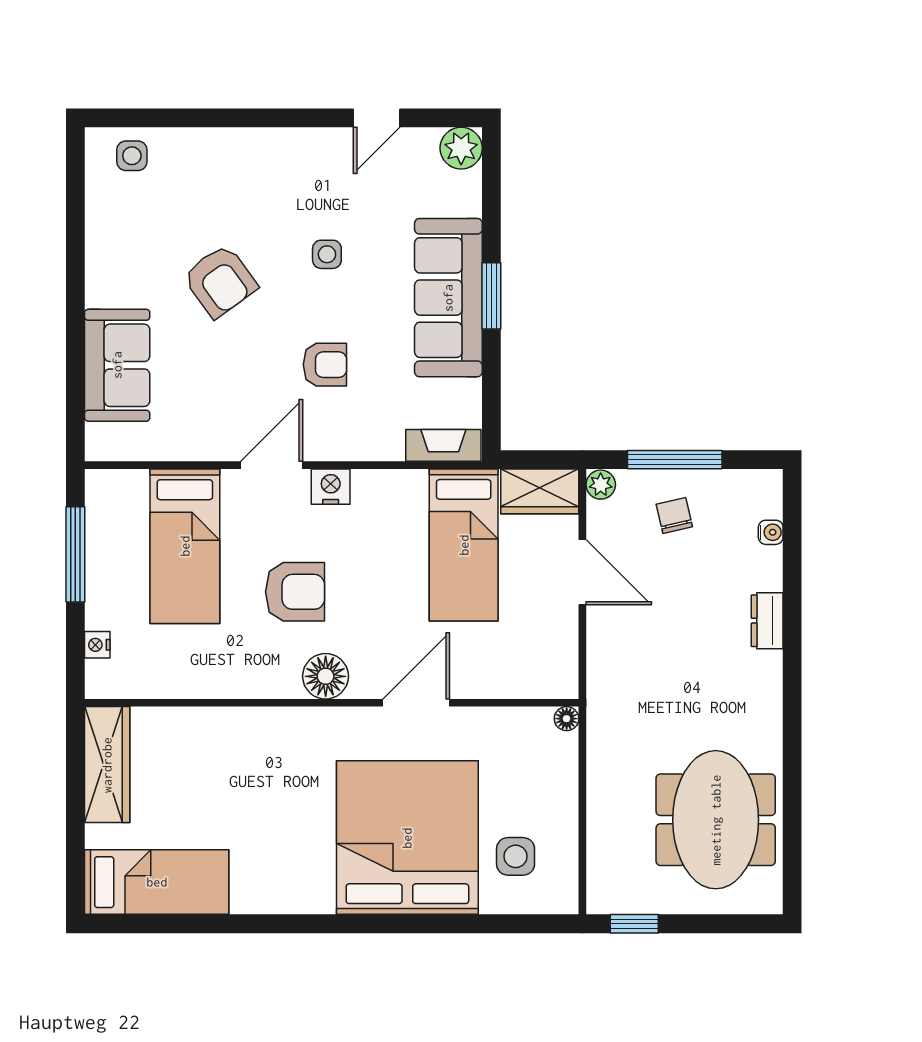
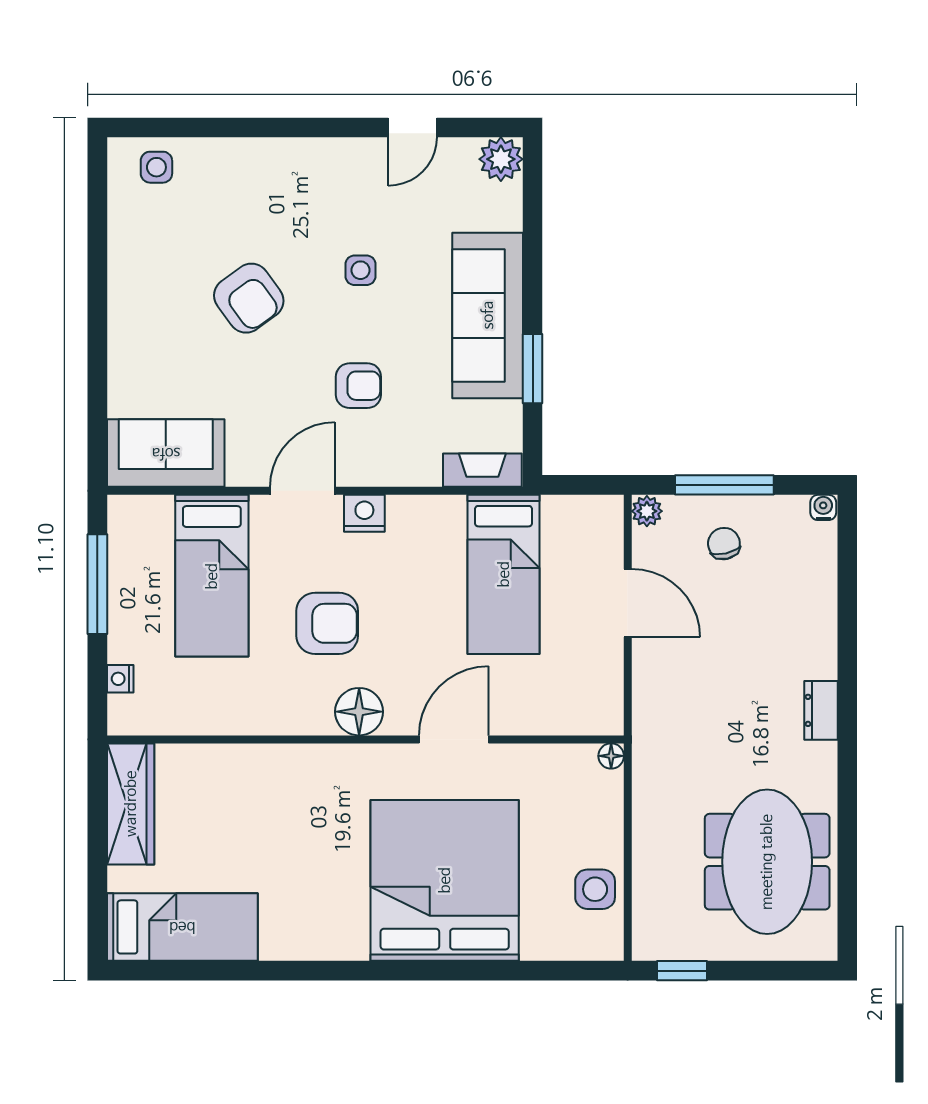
window: (491, 296) -> (533, 369), moved
sofa: (117, 365) -> (166, 453), moved, turned -90
wardrobe: (540, 491) -> (583, 518), removed
water cooler: (771, 532) -> (823, 507), moved, turned -90
dresser: (767, 621) -> (821, 710), moved
side table: (516, 856) -> (595, 889), moved

